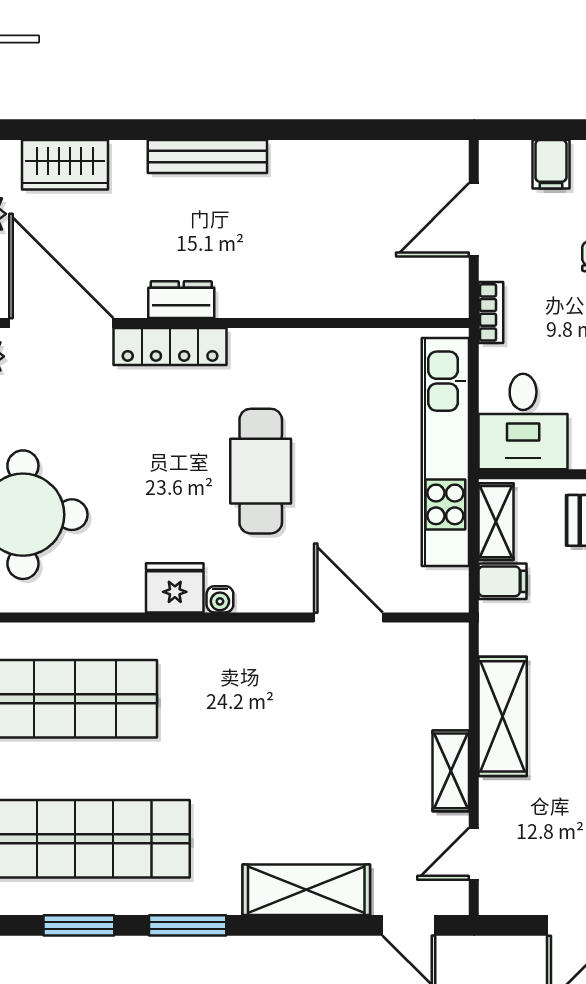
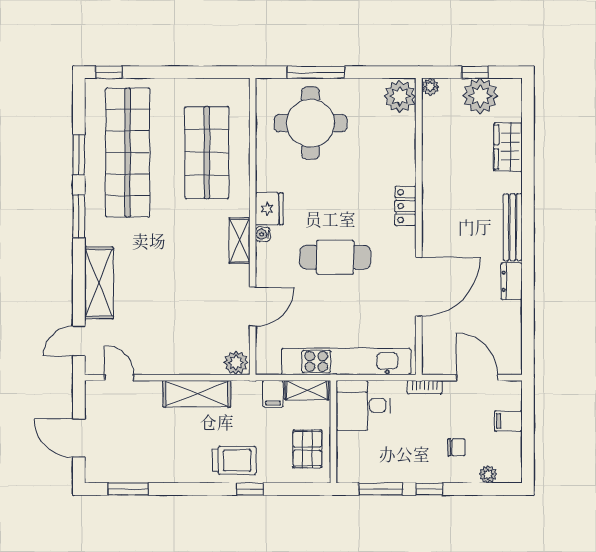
dresser: (181, 300) -> (512, 281), moved, turned 180
door: (61, 323) -> (419, 287), moved
locker: (170, 347) -> (405, 206), width x0.66
plant: (447, 647) -> (236, 363), added
shelving: (451, 771) -> (240, 241), moved, turned 90

